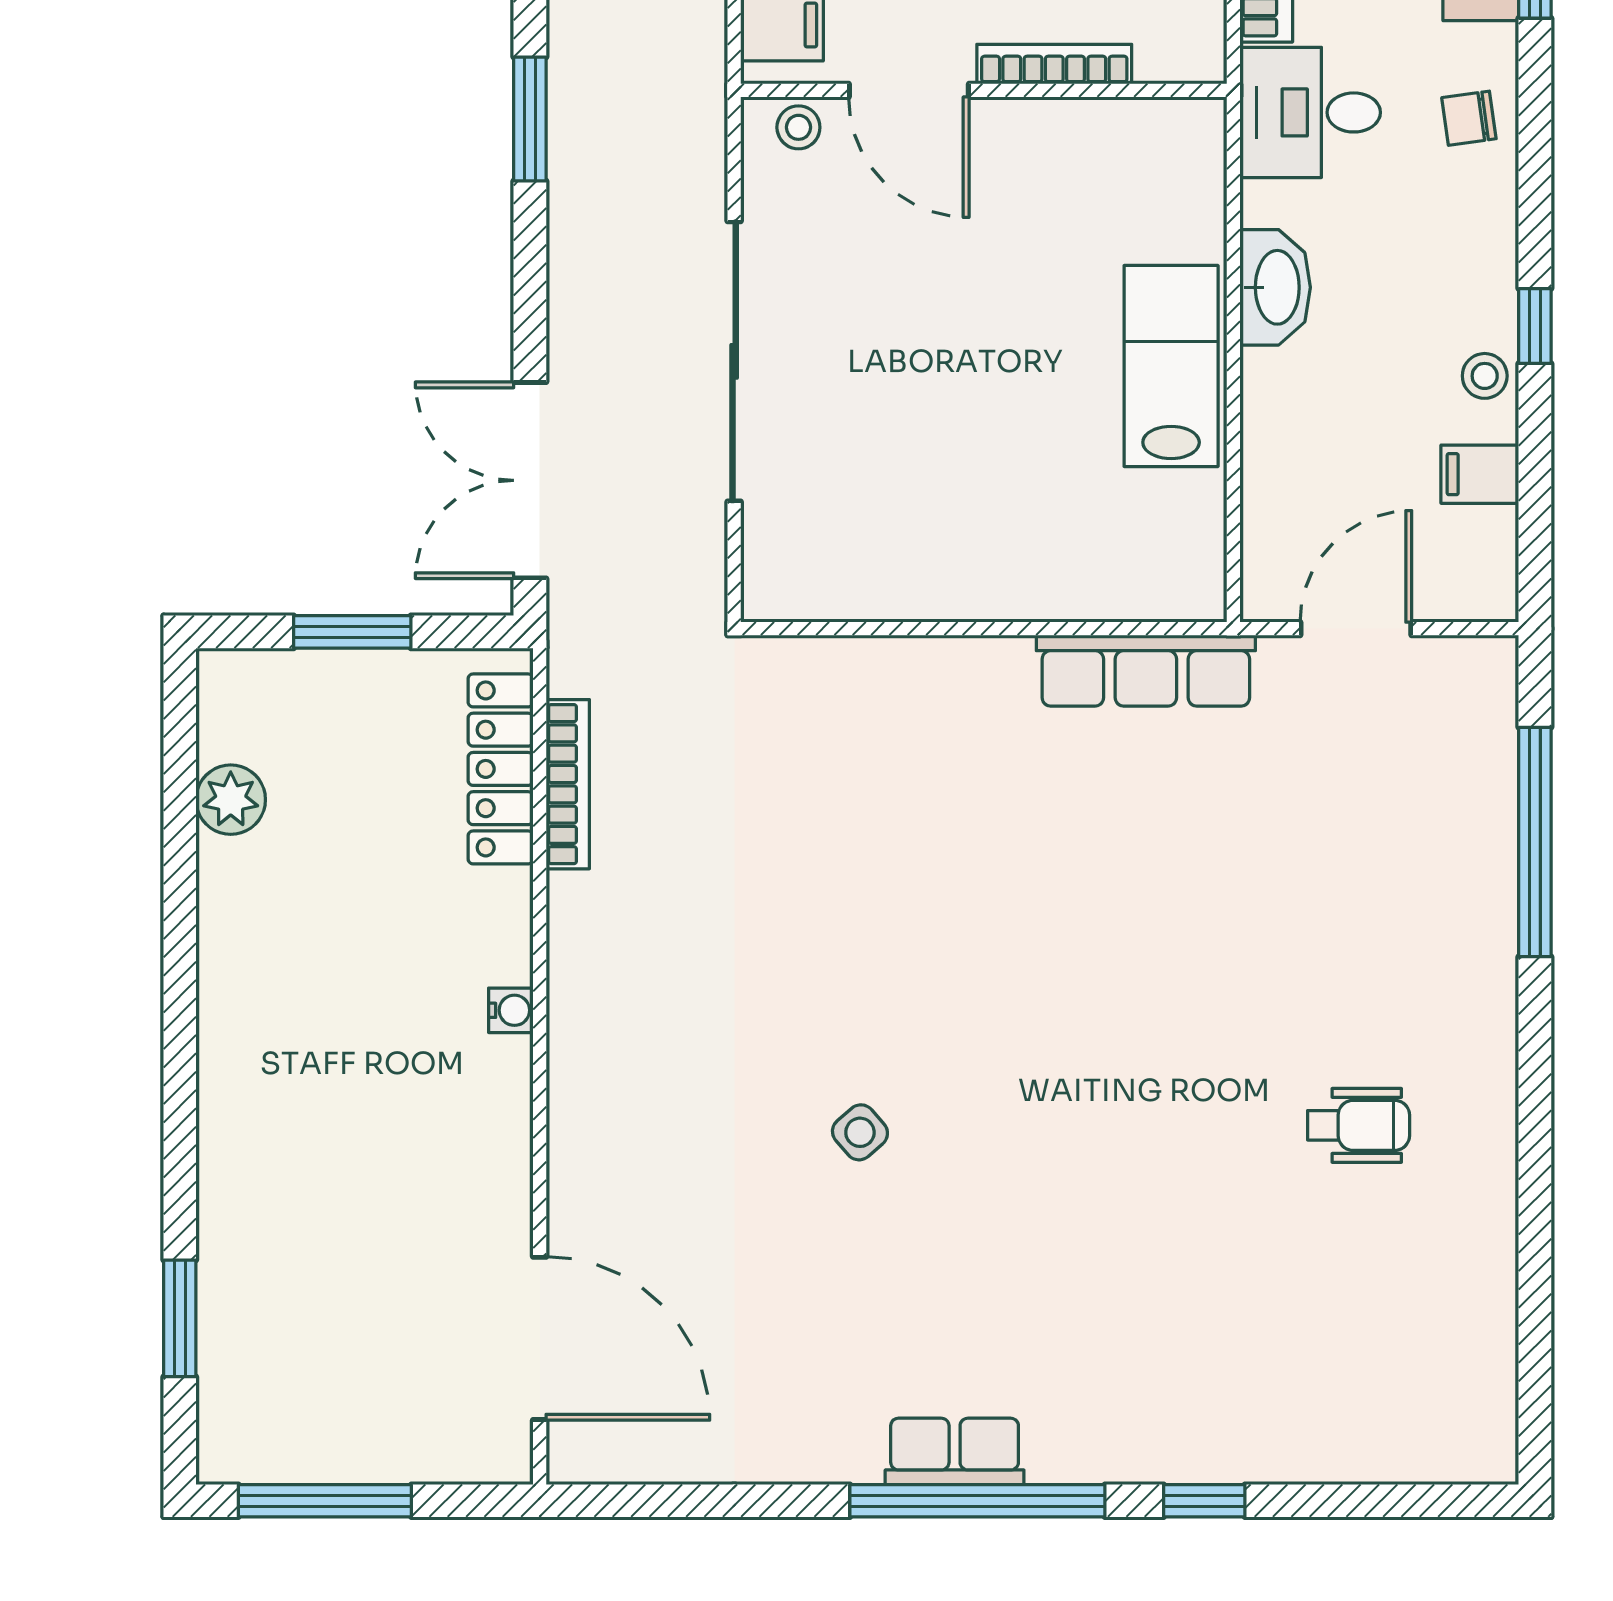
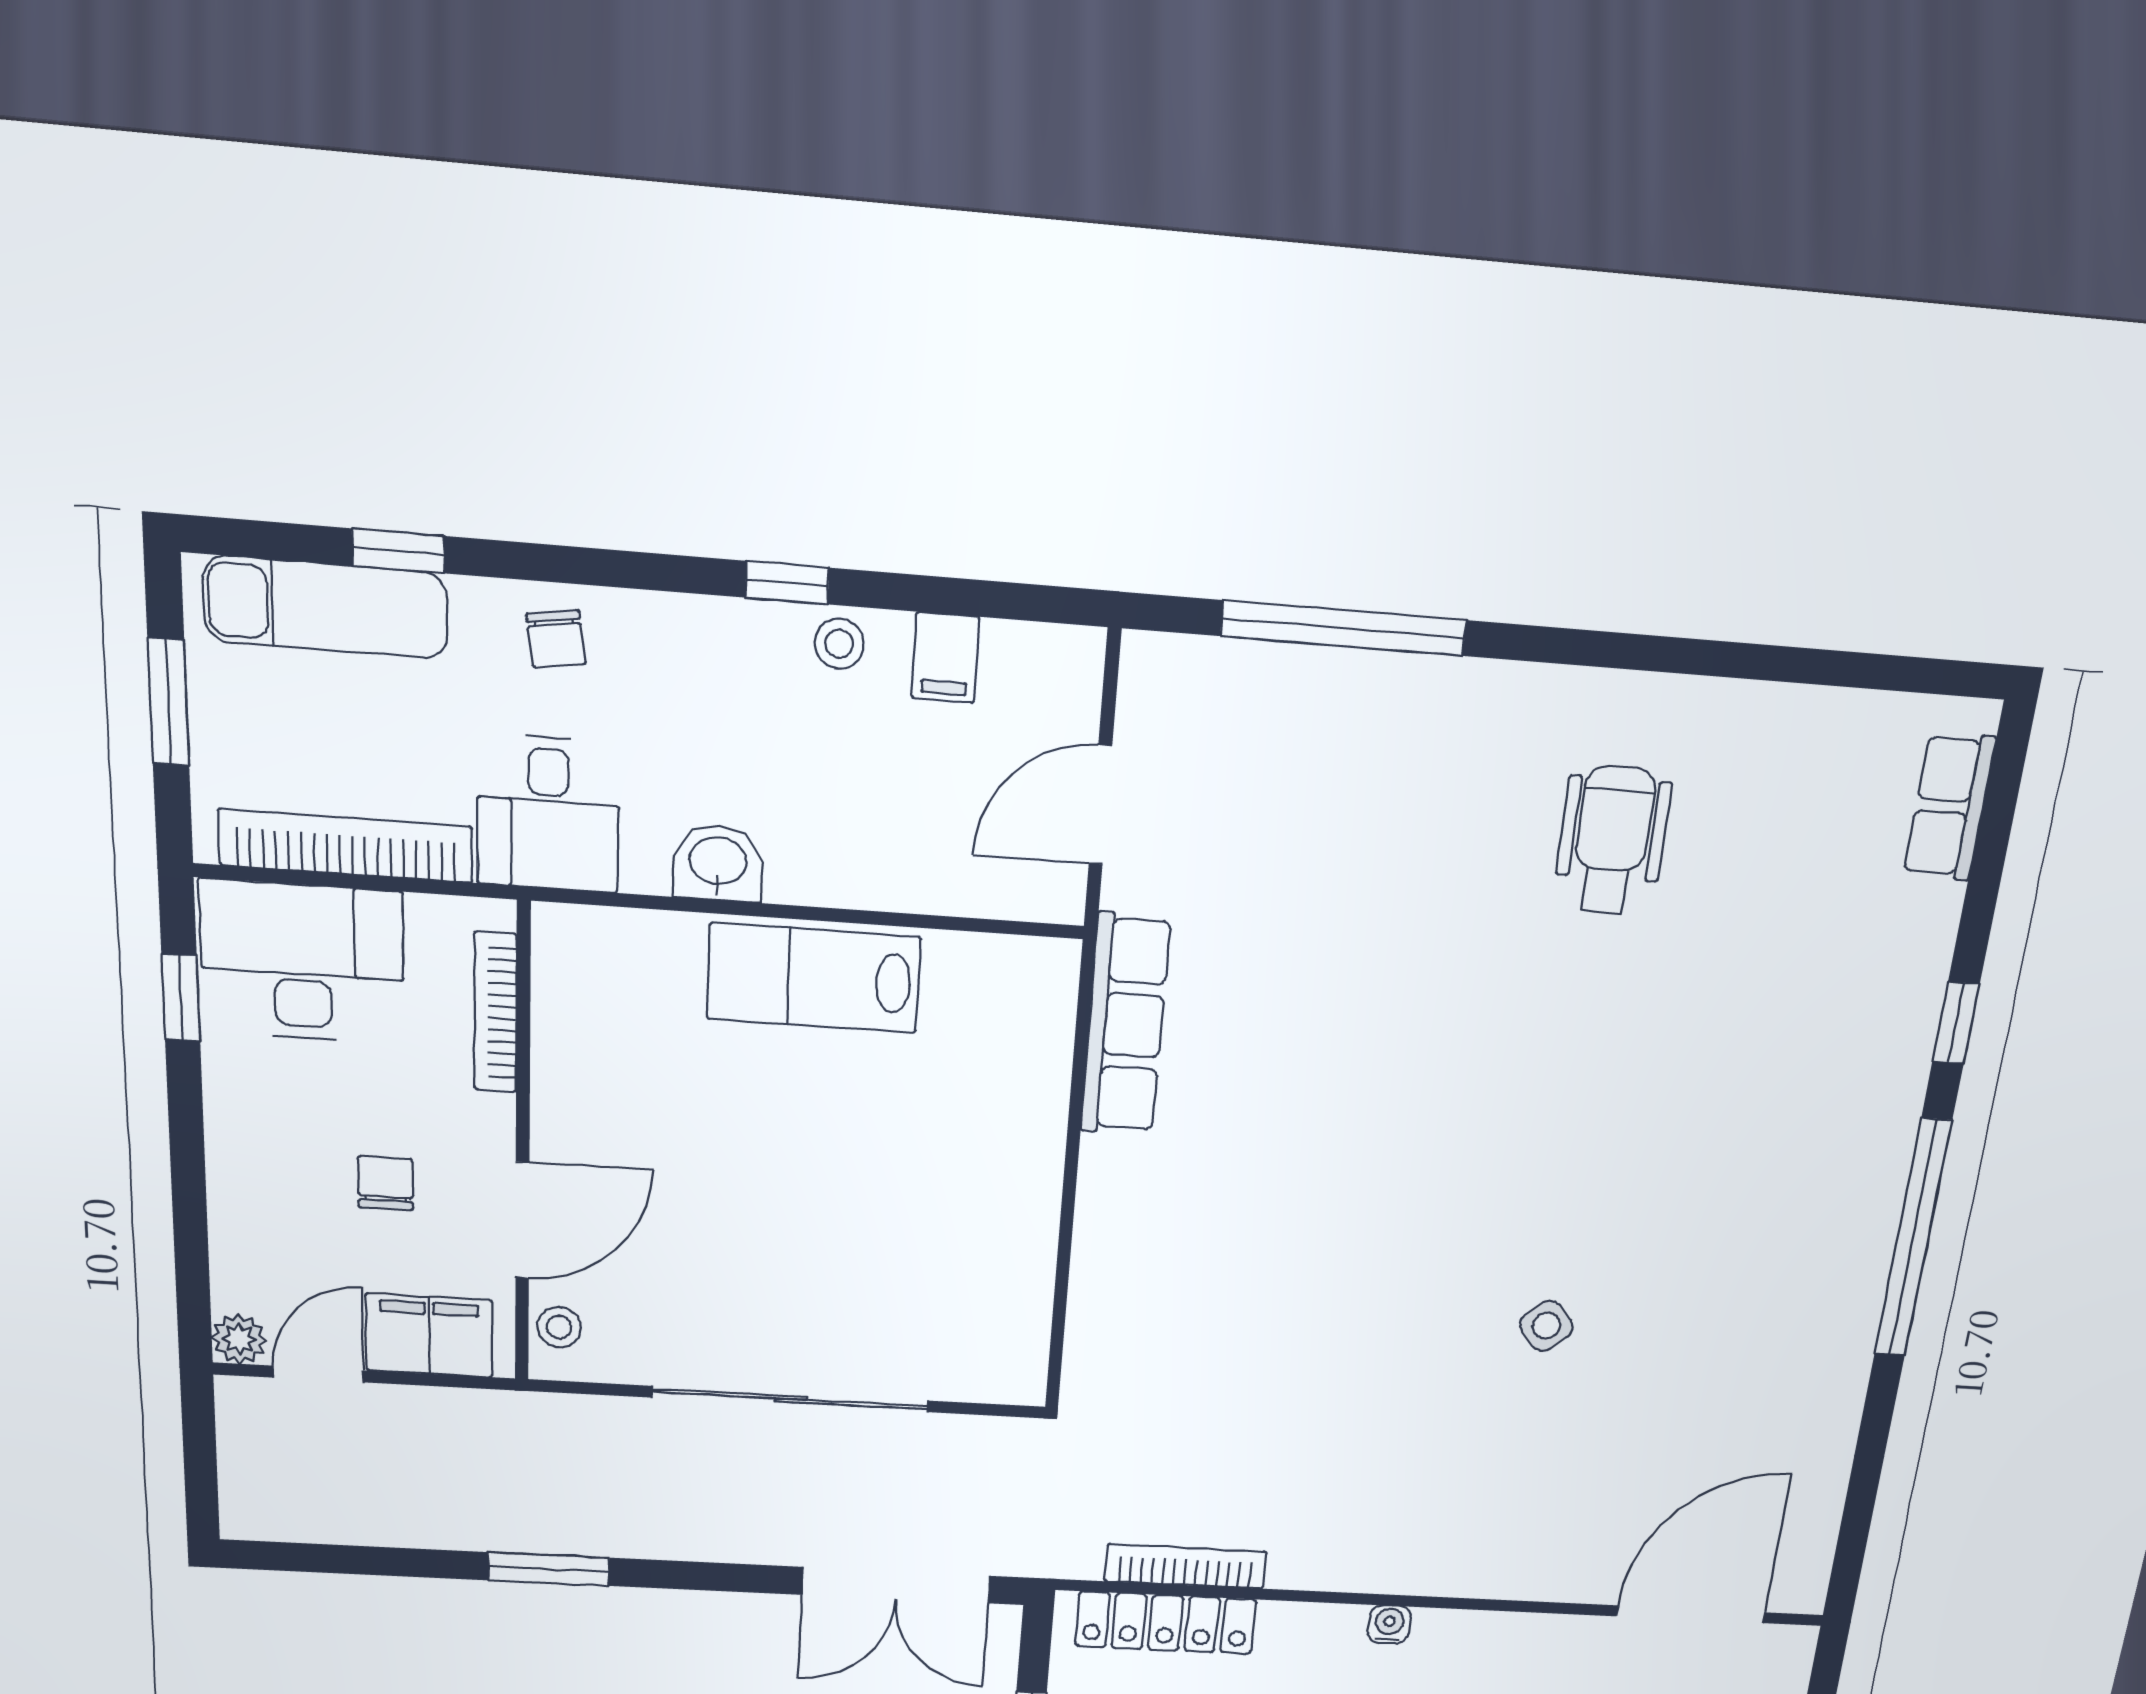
bookcase: (1054, 64) -> (496, 1012), moved
washbasin: (1275, 287) -> (718, 863), width x0.72
door: (1356, 629) -> (1100, 805), hinge flipped
wheelchair: (1359, 1125) -> (1612, 840), width x1.36, depth x1.37
row of seats: (955, 1451) -> (1949, 807), moved

